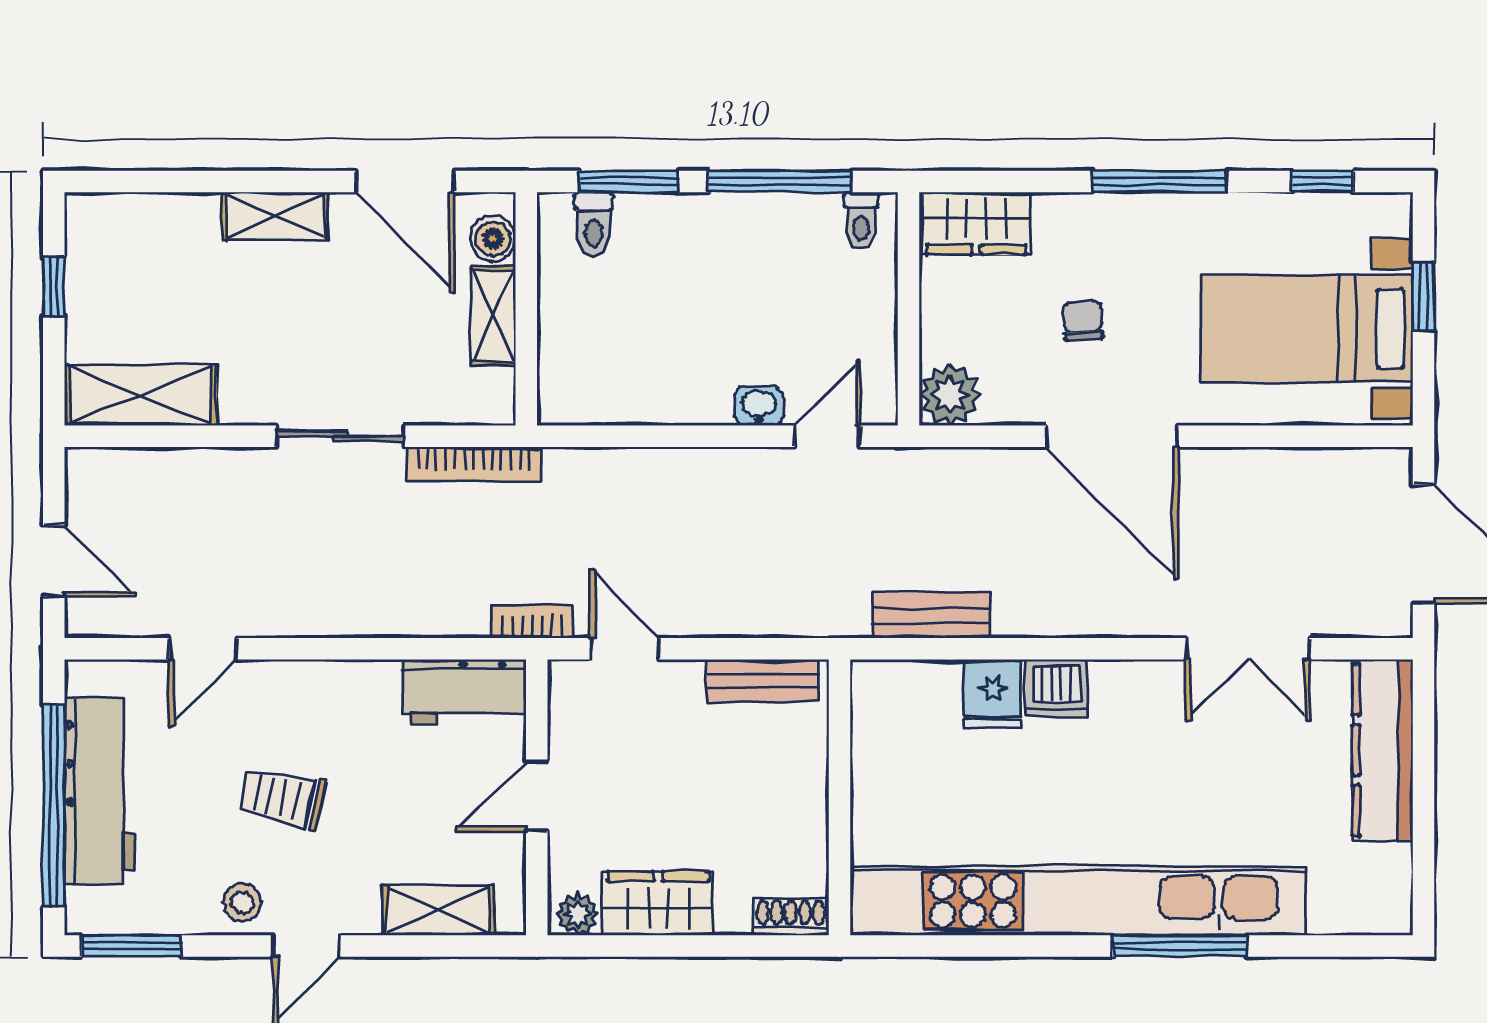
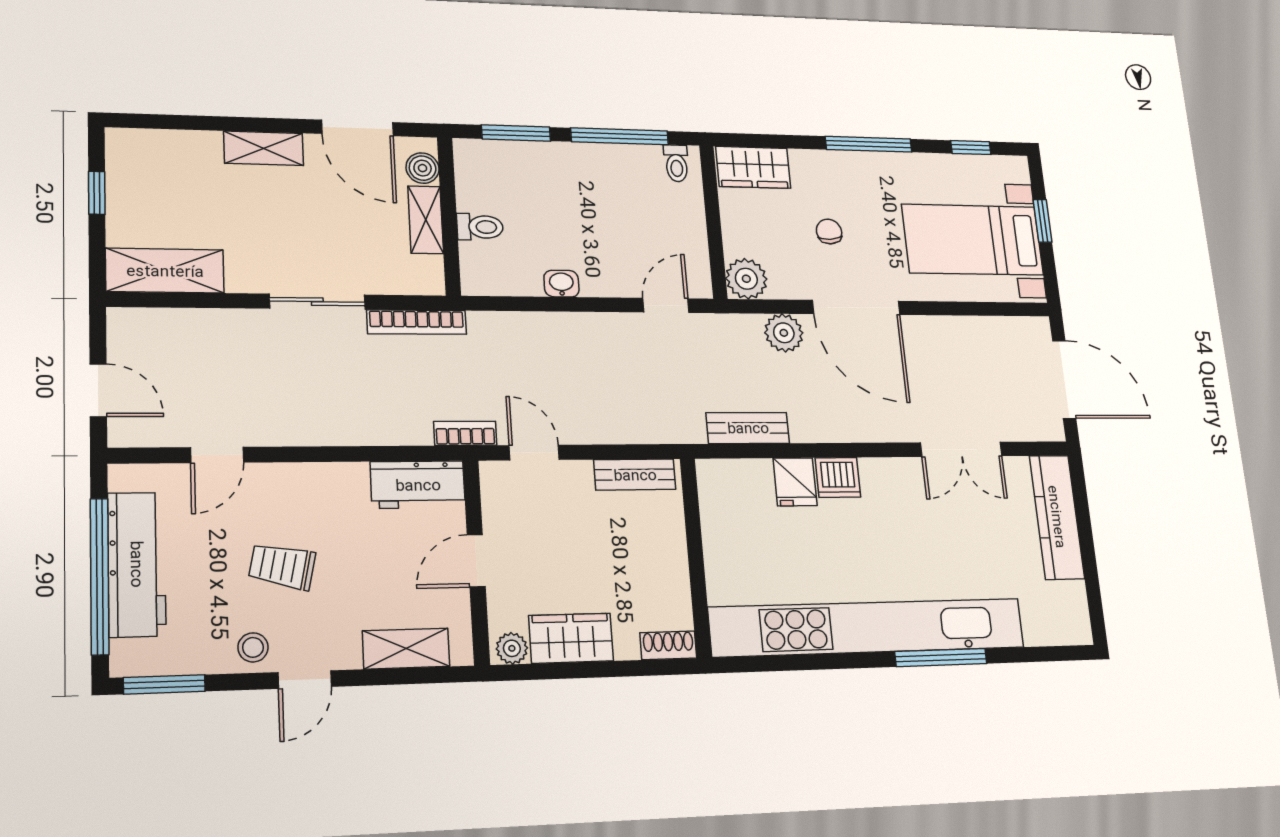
toilet: (594, 224) -> (480, 227), moved, turned -90
washbasin: (759, 406) -> (561, 284), moved
plant: (998, 476) -> (784, 333), added

